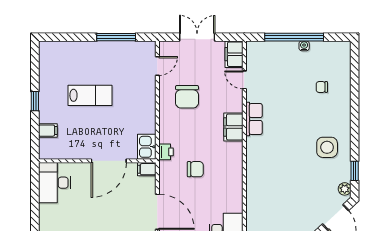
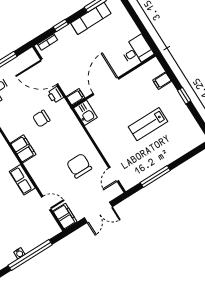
filing cabinet: (233, 127) -> (23, 149), moved
printer: (166, 152) -> (55, 95), moved
desk: (55, 183) -> (137, 51), width x0.73

